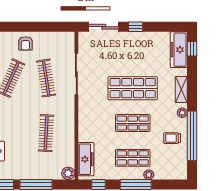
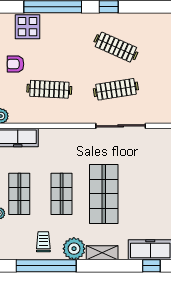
armchair: (25, 43) -> (15, 64), moved
plant: (182, 113) -> (74, 249), width x1.88, depth x1.88

